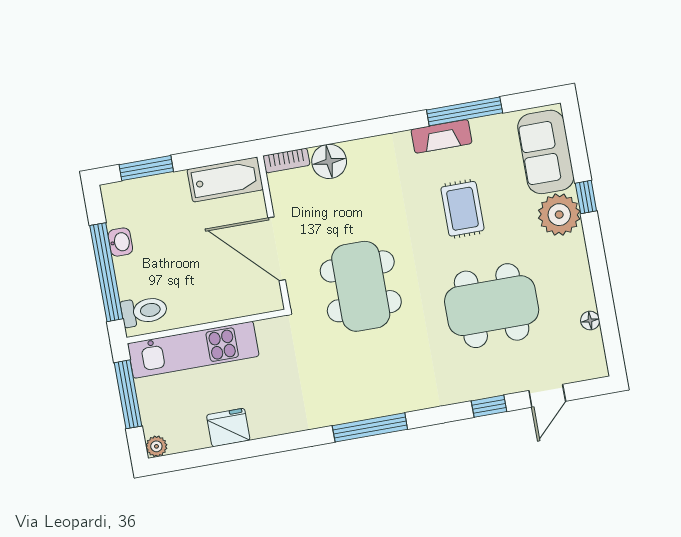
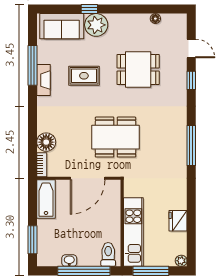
dining table: (492, 306) -> (138, 69), width x0.73

